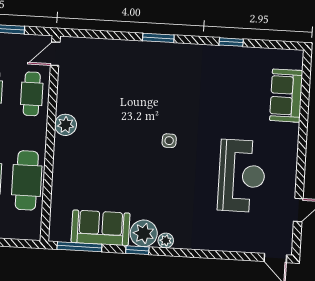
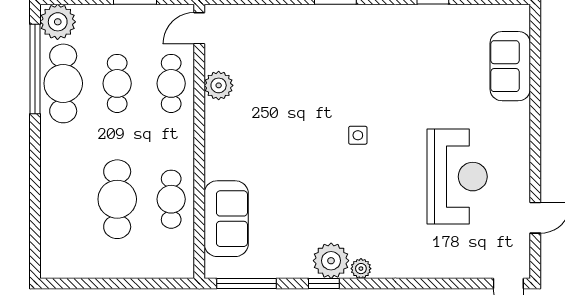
plant: (66, 125) -> (219, 85), moved
cafe table: (27, 180) -> (171, 199), width x0.73, depth x0.74
sofa: (101, 228) -> (226, 219), moved, turned 90

